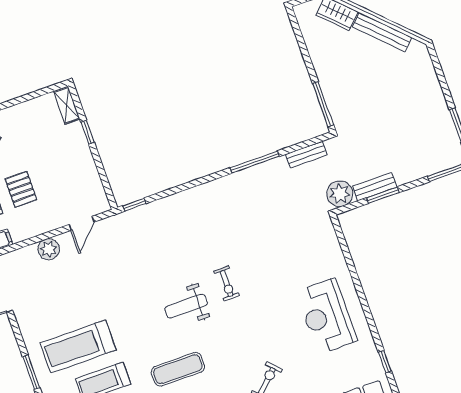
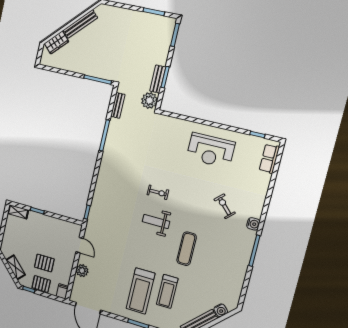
weight bench: (186, 306) -> (156, 222), turned 90

